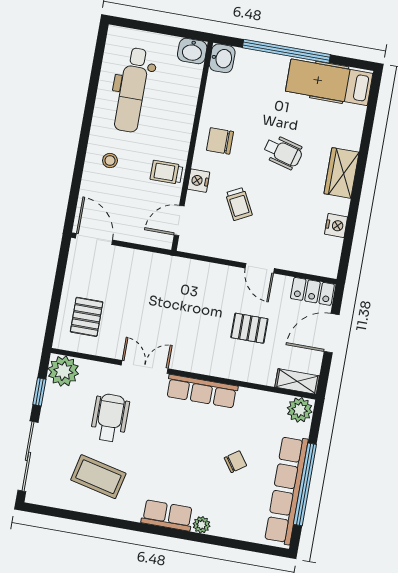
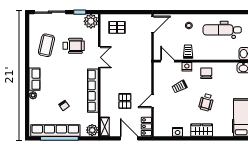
row of seats: (202, 391) -> (93, 91), width x1.36

